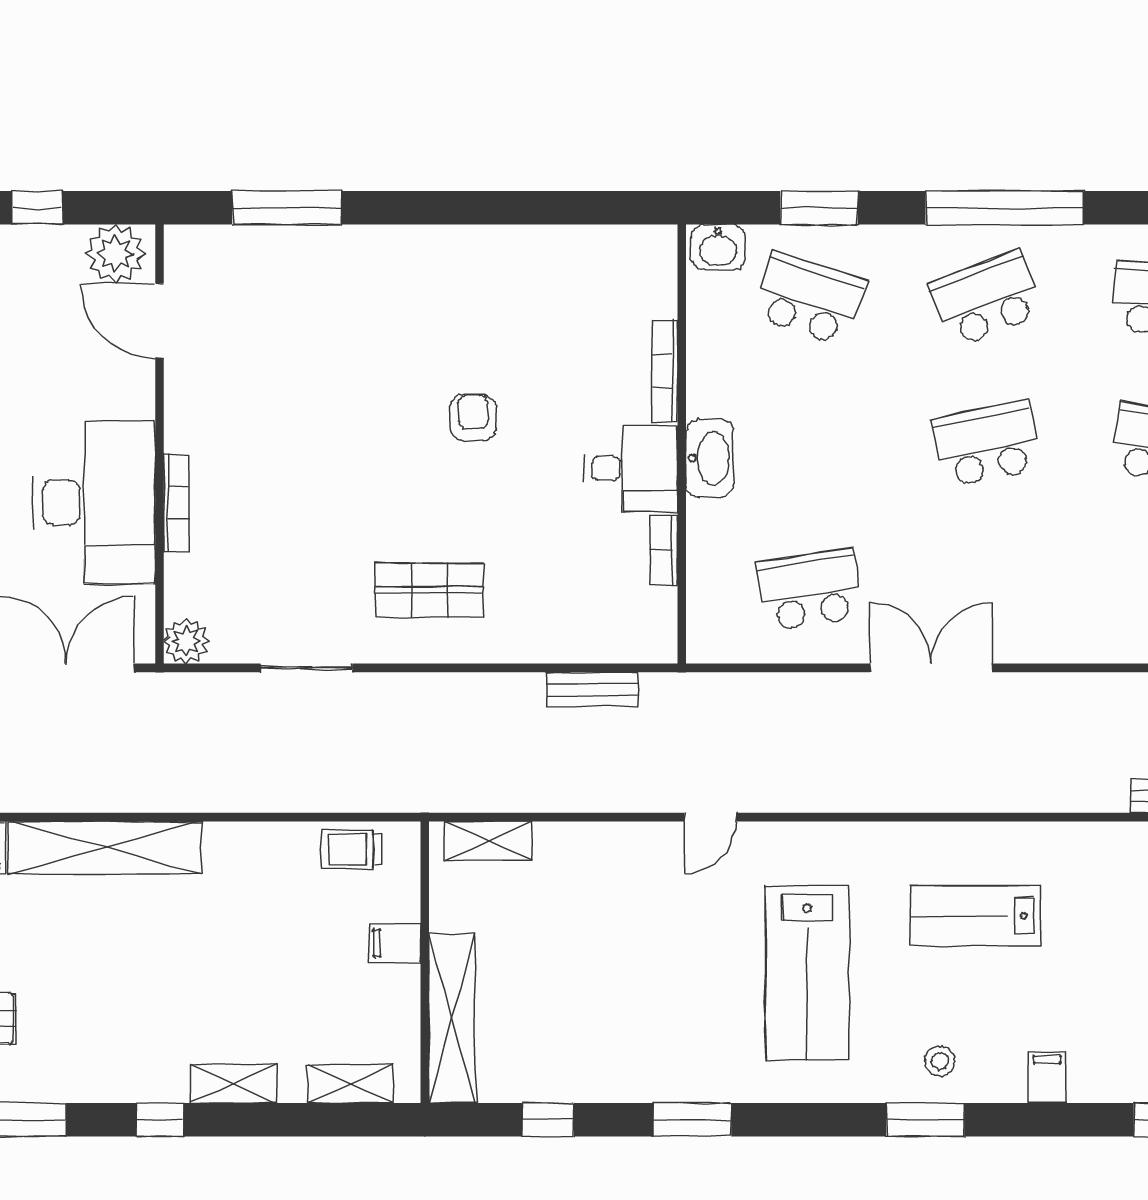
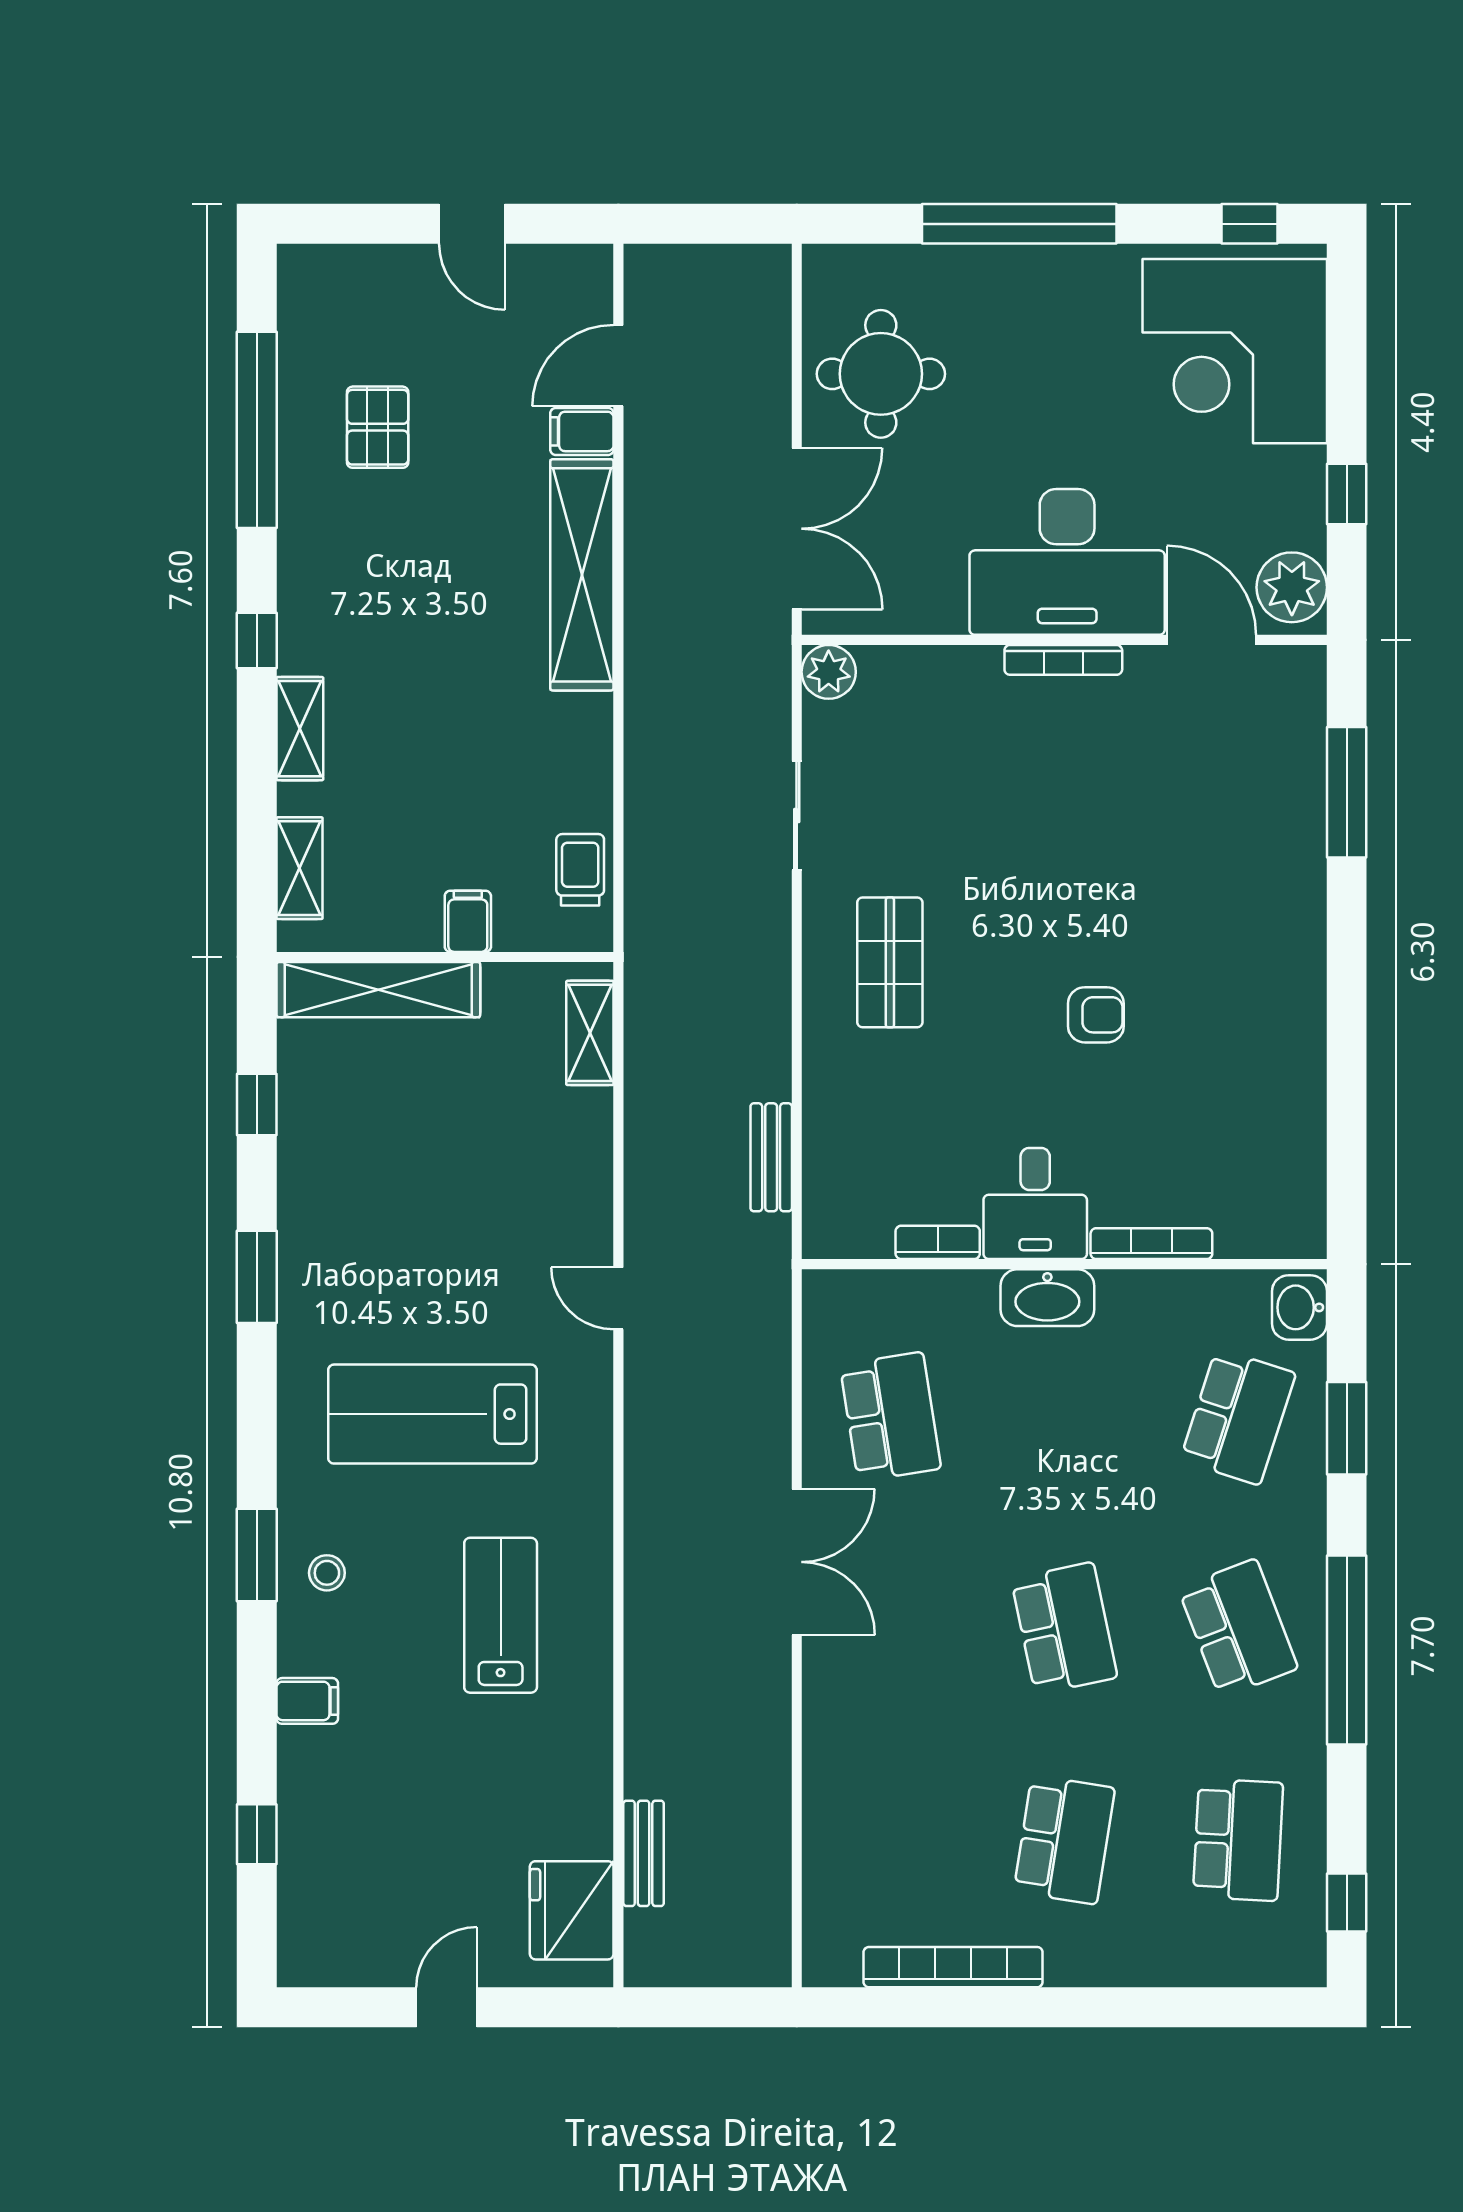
door: (159, 321) -> (1212, 640), hinge flipped
desk: (94, 502) -> (1067, 562), moved
bookcase: (176, 503) -> (1063, 660), moved

